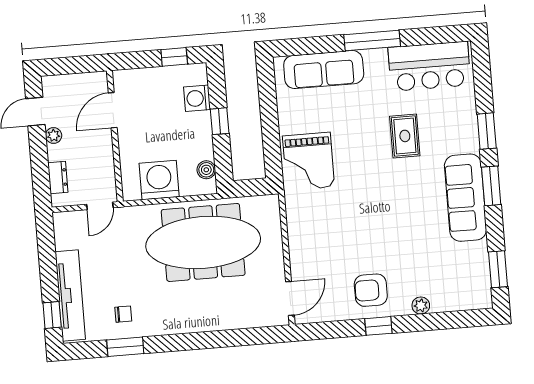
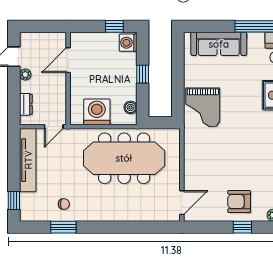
washing machine: (197, 98) -> (128, 43), moved
tv unit: (70, 295) -> (28, 160), moved

